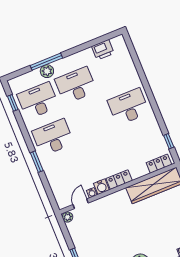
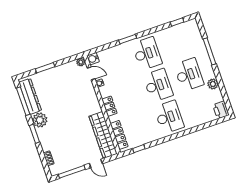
printer: (103, 50) -> (221, 110), moved
plant: (47, 71) -> (213, 84), moved
desk: (38, 101) -> (158, 85), moved
locker: (159, 164) -> (119, 135), width x1.53
water cooler: (101, 187) -> (93, 59), moved

